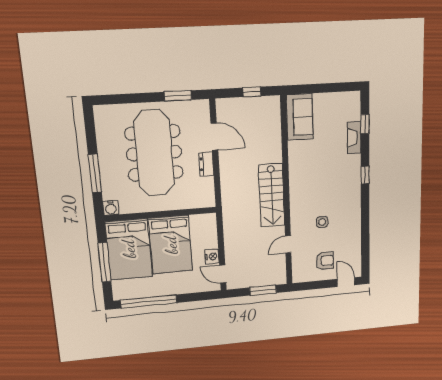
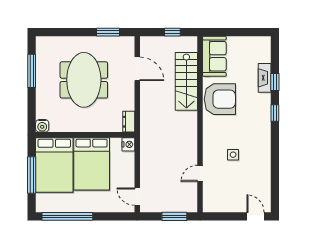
window: (365, 124) -> (275, 82), moved
meeting table: (154, 153) -> (84, 80), width x0.73
dresser: (206, 164) -> (129, 122), moved
window: (95, 173) -> (32, 71), moved
stairs: (272, 196) -> (186, 81), moved
nightstand: (212, 256) -> (128, 144), moved
armchair: (325, 261) -> (220, 99), moved, width x1.88, depth x1.88

